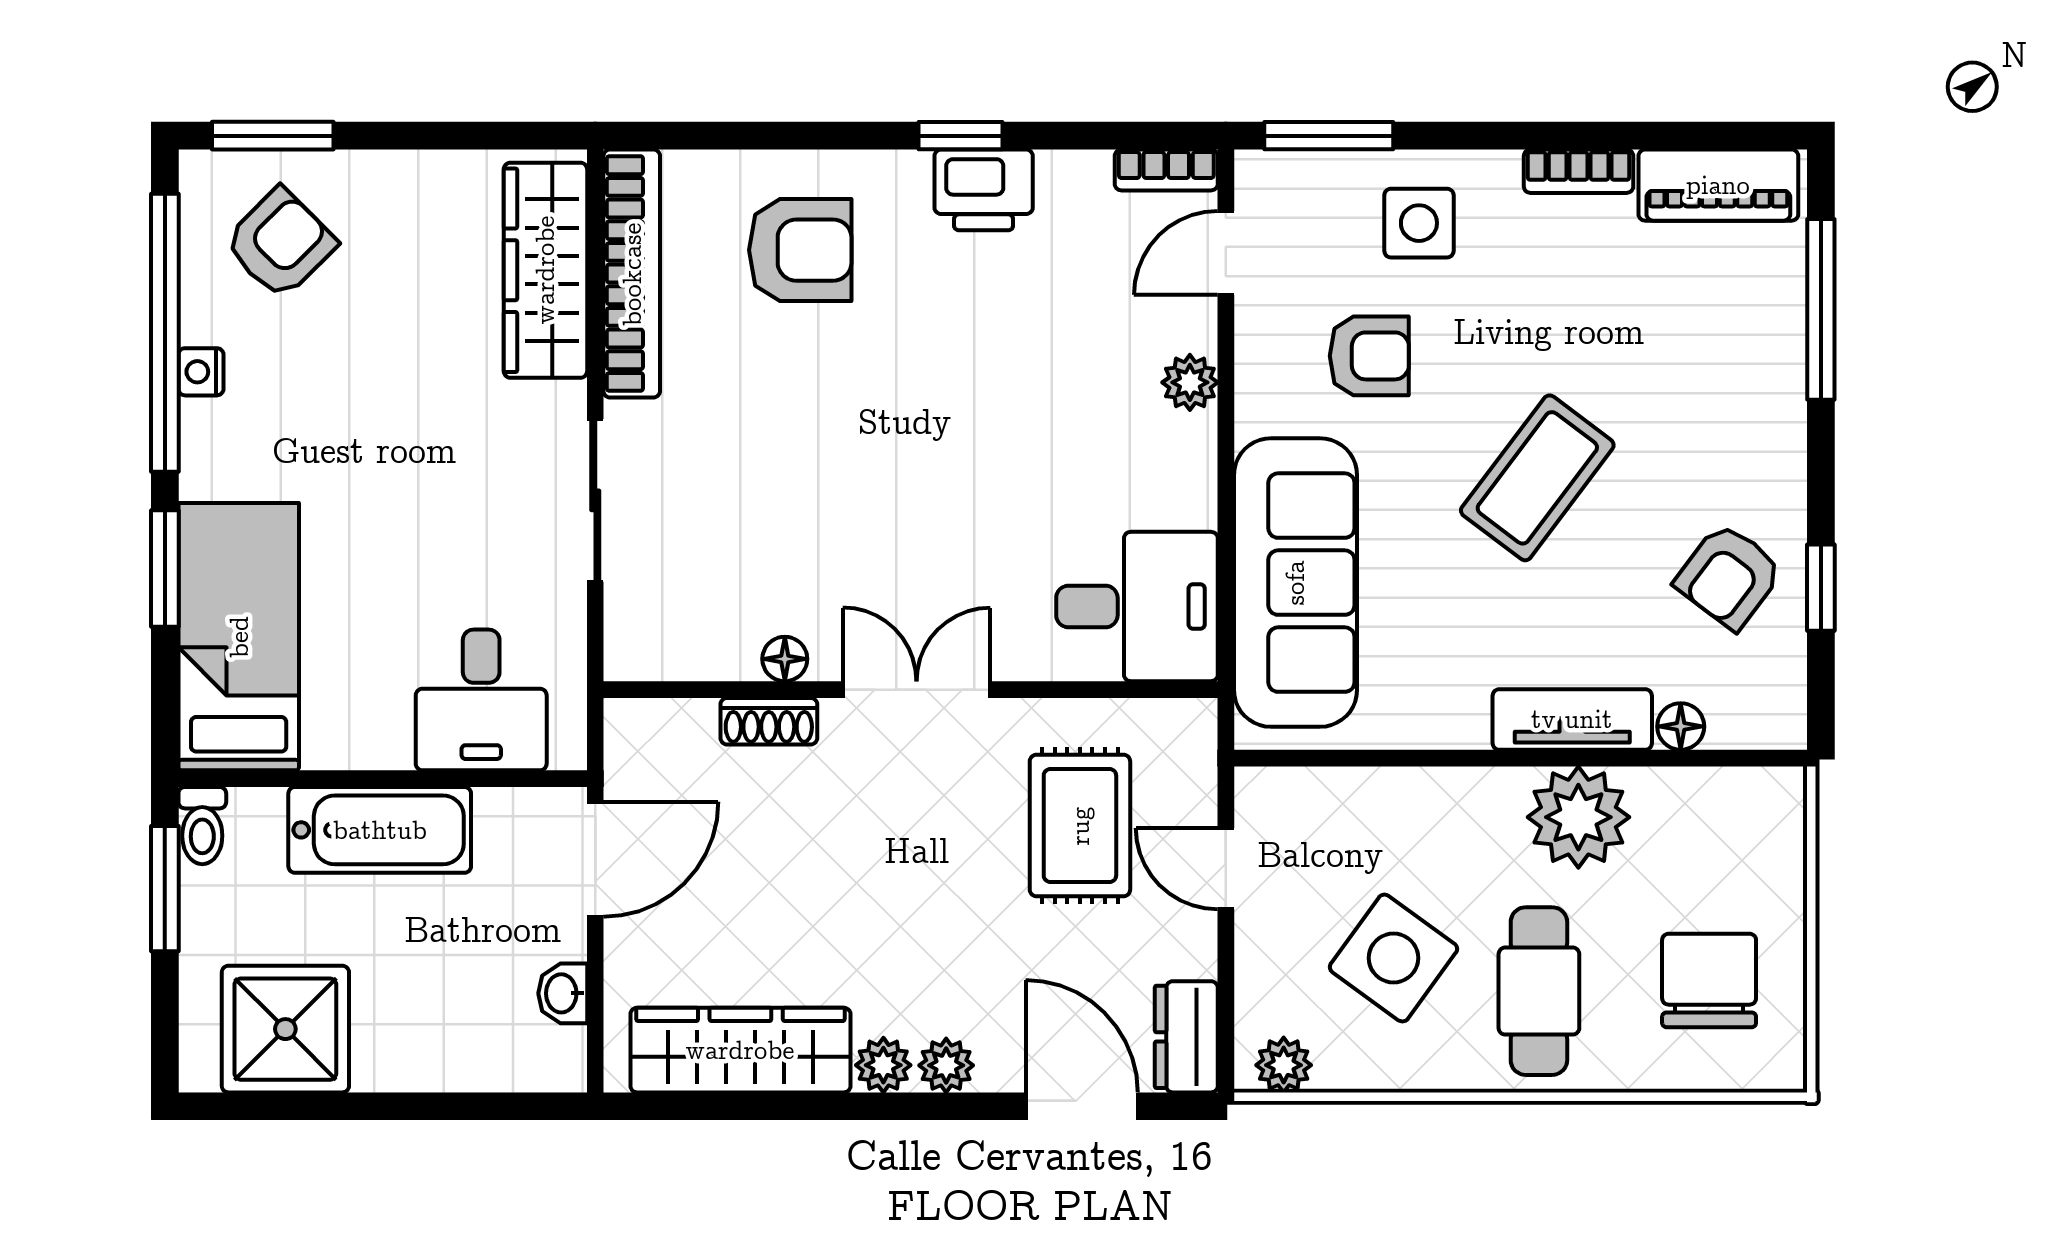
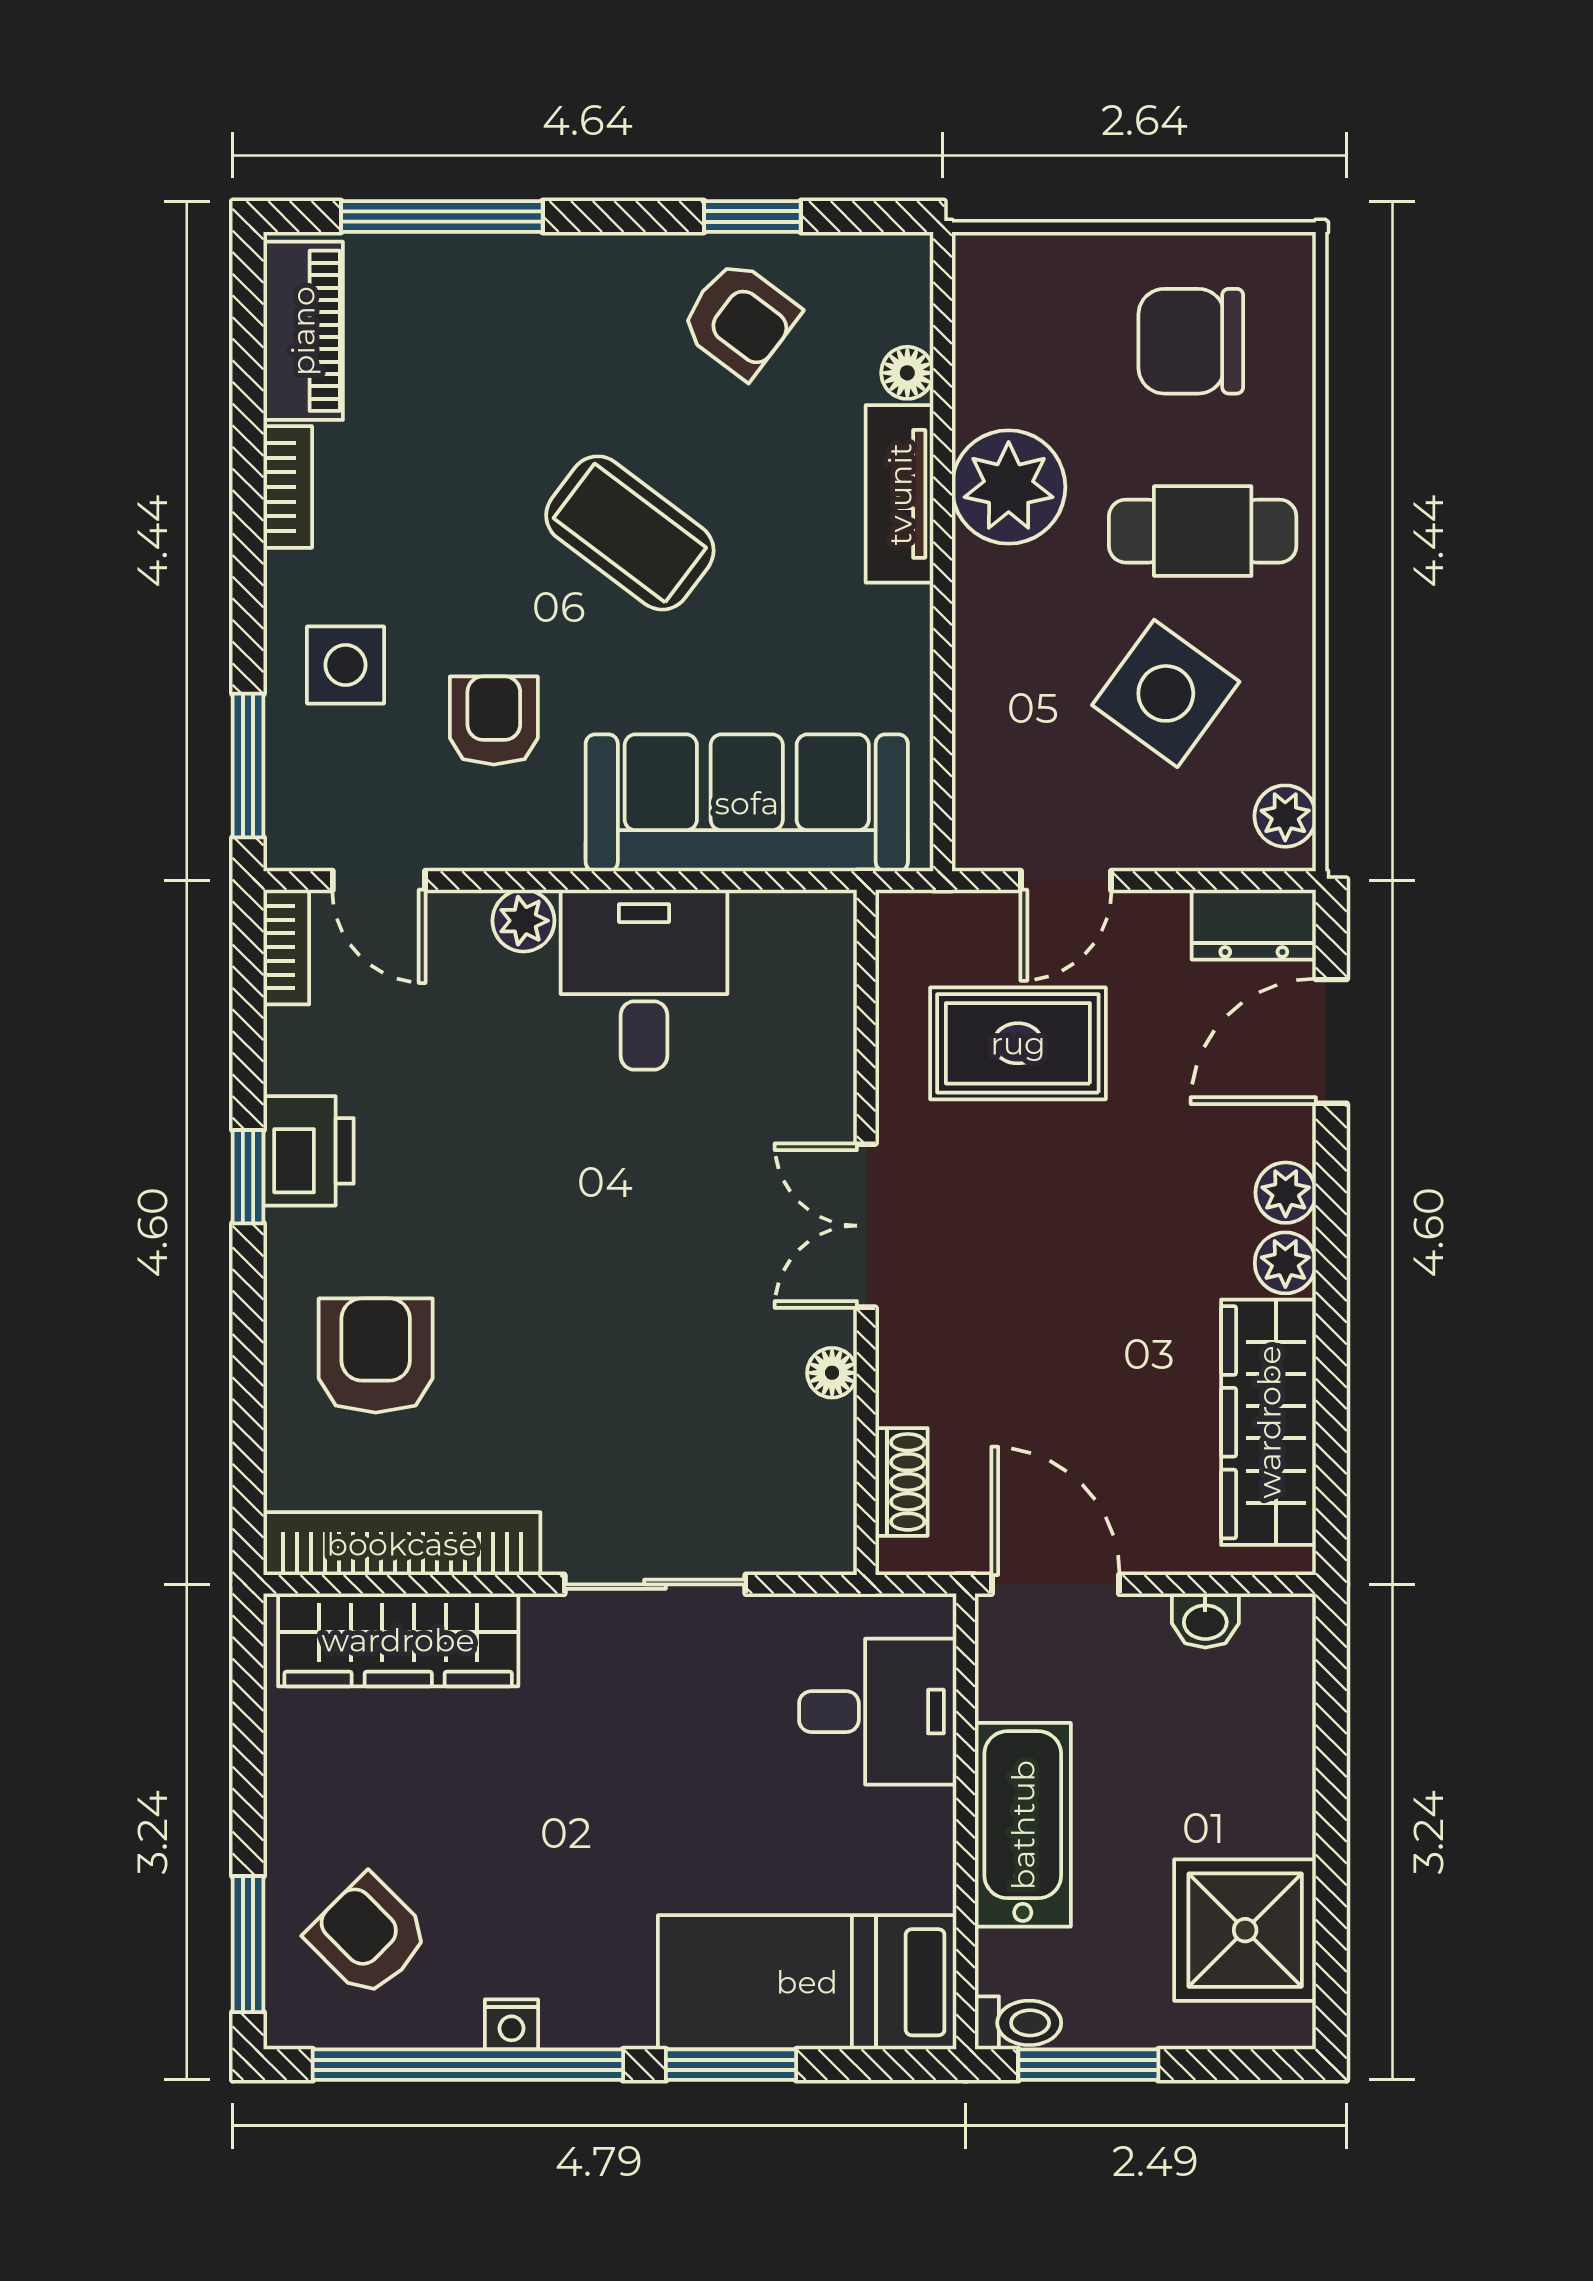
desk: (1137, 607) -> (644, 980), moved
shoe rack: (769, 721) -> (901, 1482), moved

